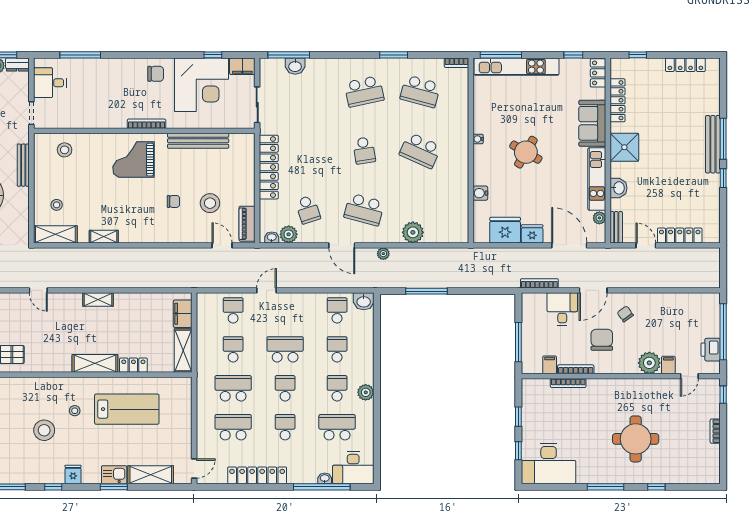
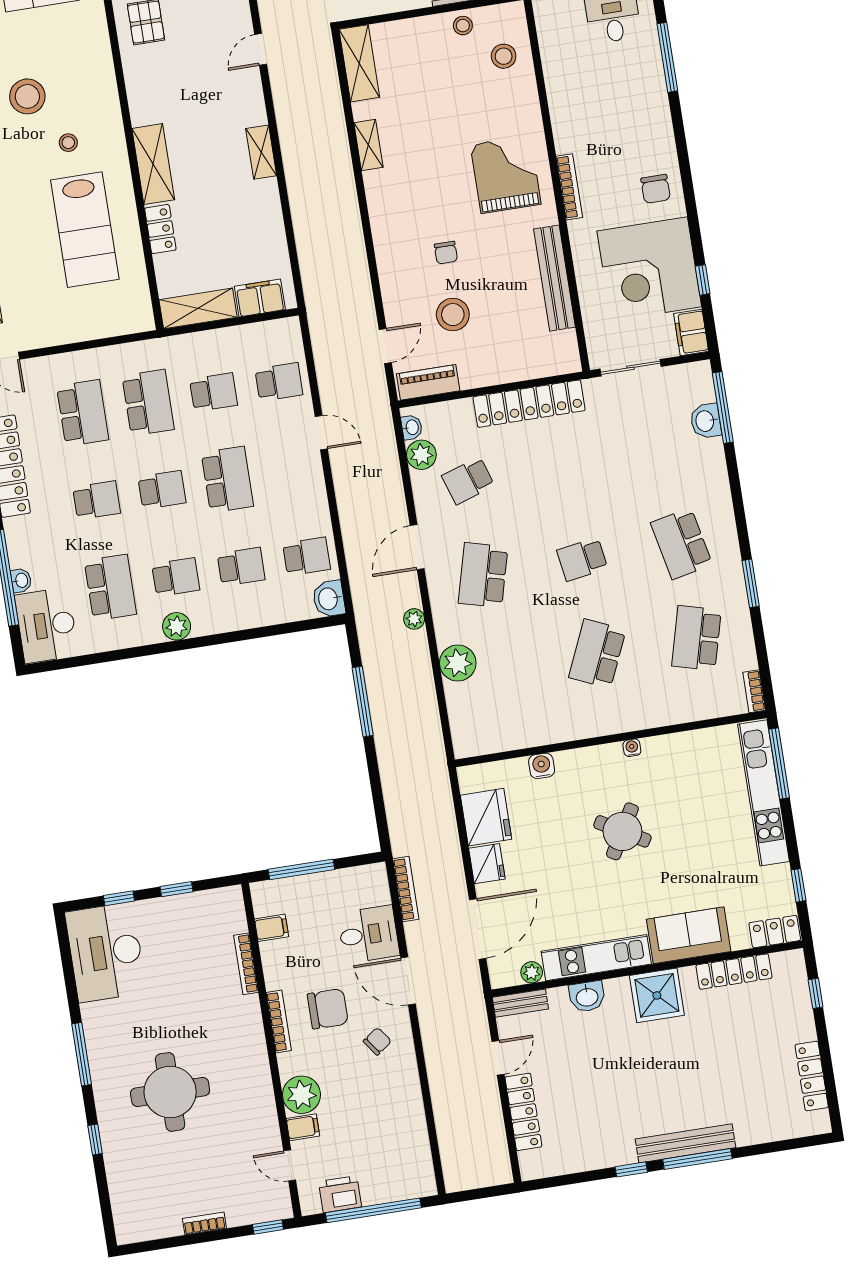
stool: (57, 205) -> (463, 26), moved
bookcase: (576, 369) -> (279, 1022), moved

